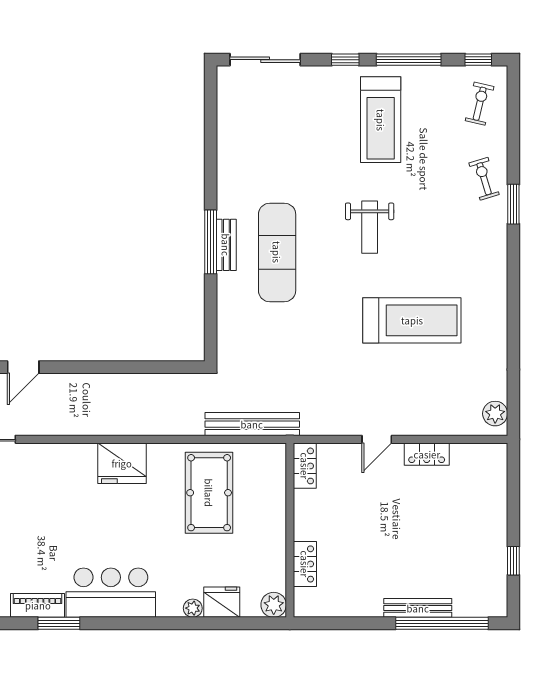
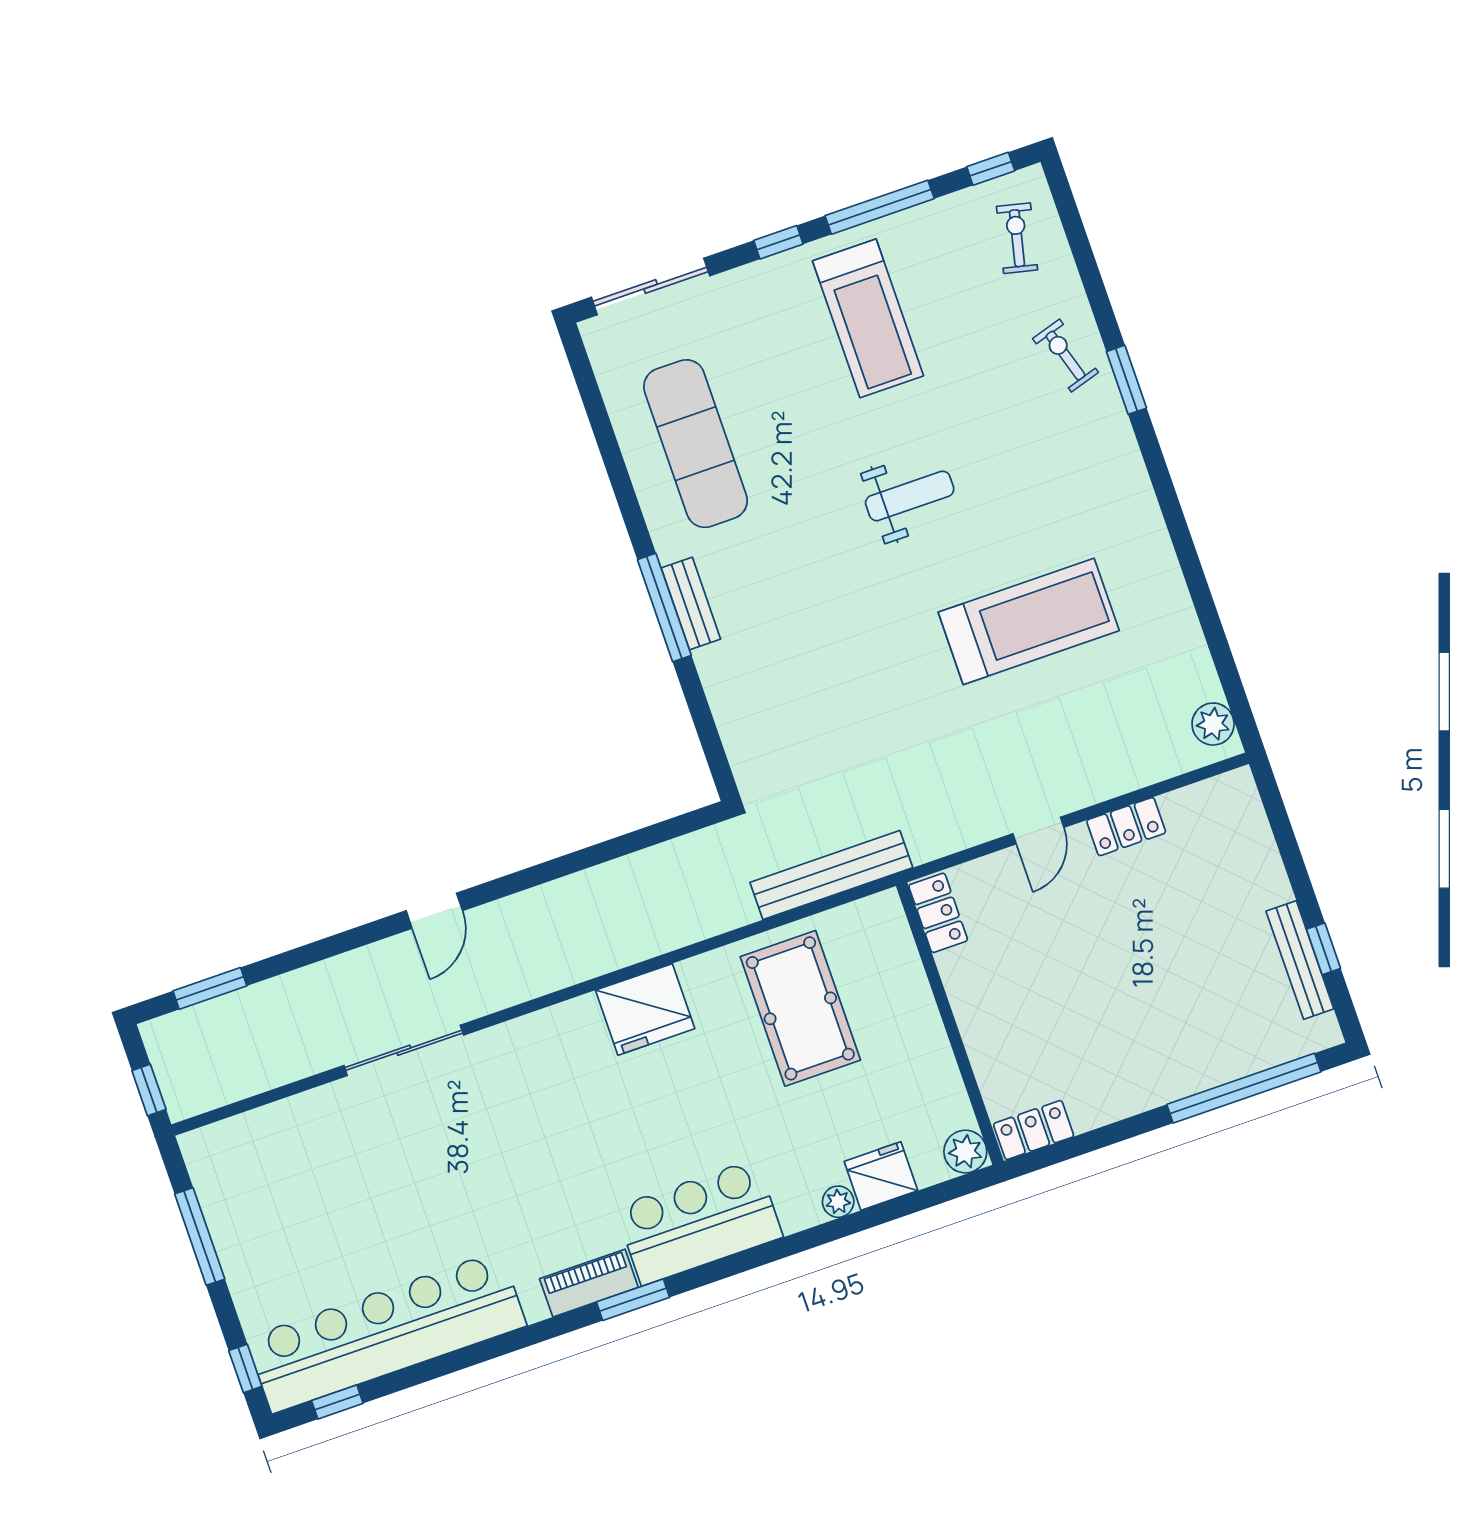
weight bench: (370, 227) -> (910, 496), turned -90
exercise mat: (277, 252) -> (696, 444), moved
locker: (305, 564) -> (1034, 1130), moved, turned -90
bench: (418, 608) -> (1300, 960), moved, turned 90

